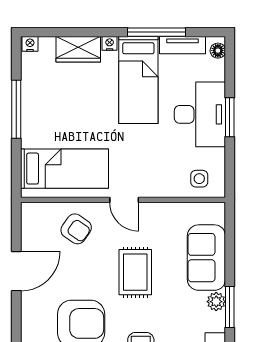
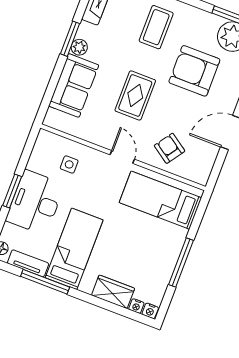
nightstand: (110, 43) -> (136, 306), moved
side table: (199, 179) -> (69, 164), moved

